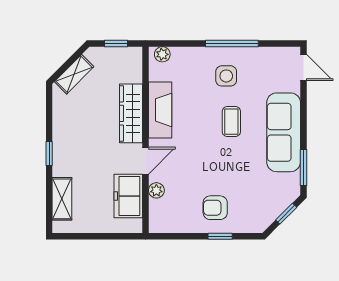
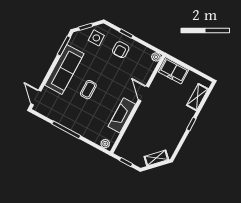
side table: (226, 76) -> (96, 38), moved
wardrobe: (131, 113) -> (138, 122), removed
door: (146, 161) -> (144, 93), hinge flipped
plant: (156, 190) -> (156, 57), moved
freezer: (128, 196) -> (174, 71), moved, turned 90
armchair: (215, 208) -> (121, 50), turned 90

